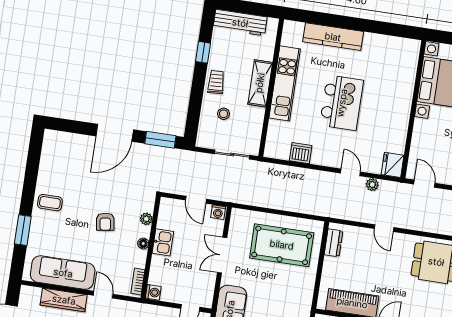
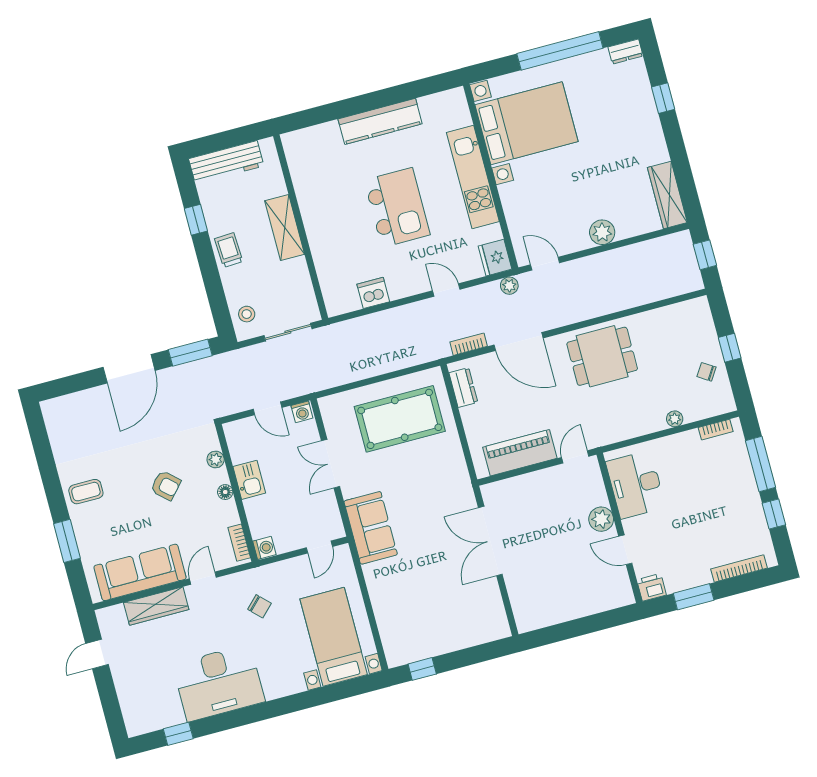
kitchen counter: (333, 37) -> (380, 121), moved
kitchen unit: (285, 83) -> (473, 177), moved, turned 180
stool: (224, 114) -> (247, 314), moved
plant: (372, 185) -> (509, 286), moved
bookcase: (350, 215) -> (469, 344), added
armchair: (105, 222) -> (166, 485), turned -39
door: (384, 228) -> (519, 342), width x1.88
door: (103, 295) -> (203, 578), hinge flipped

